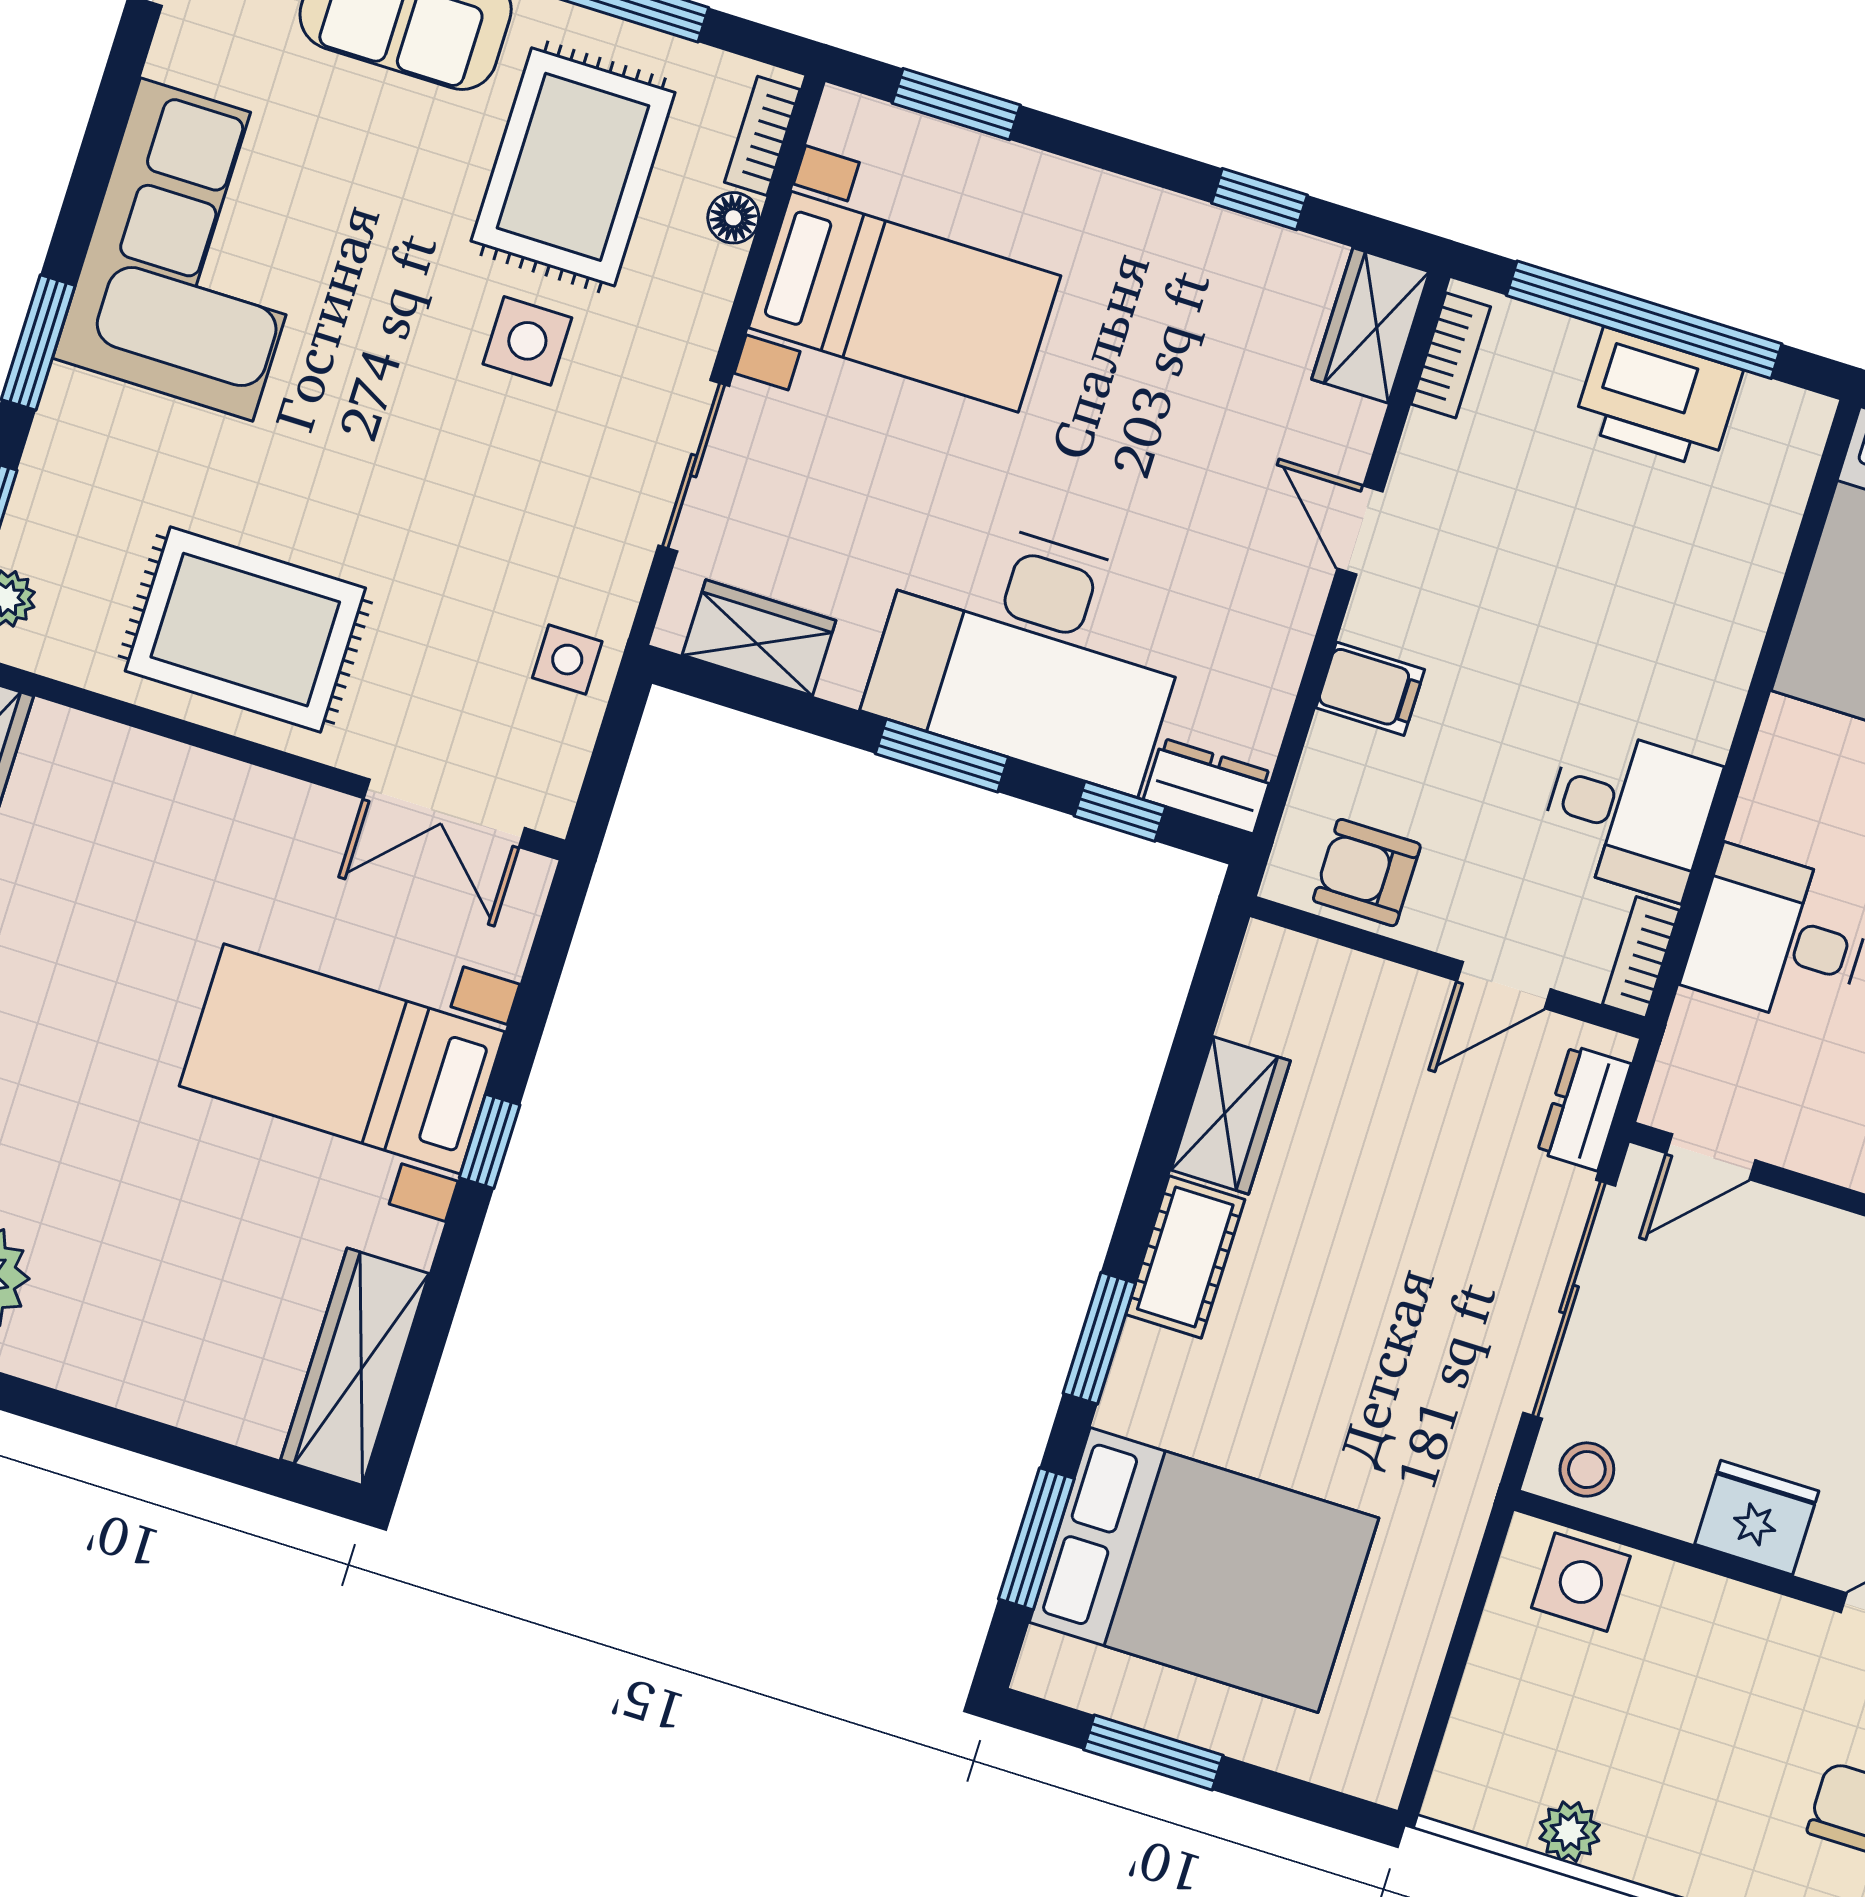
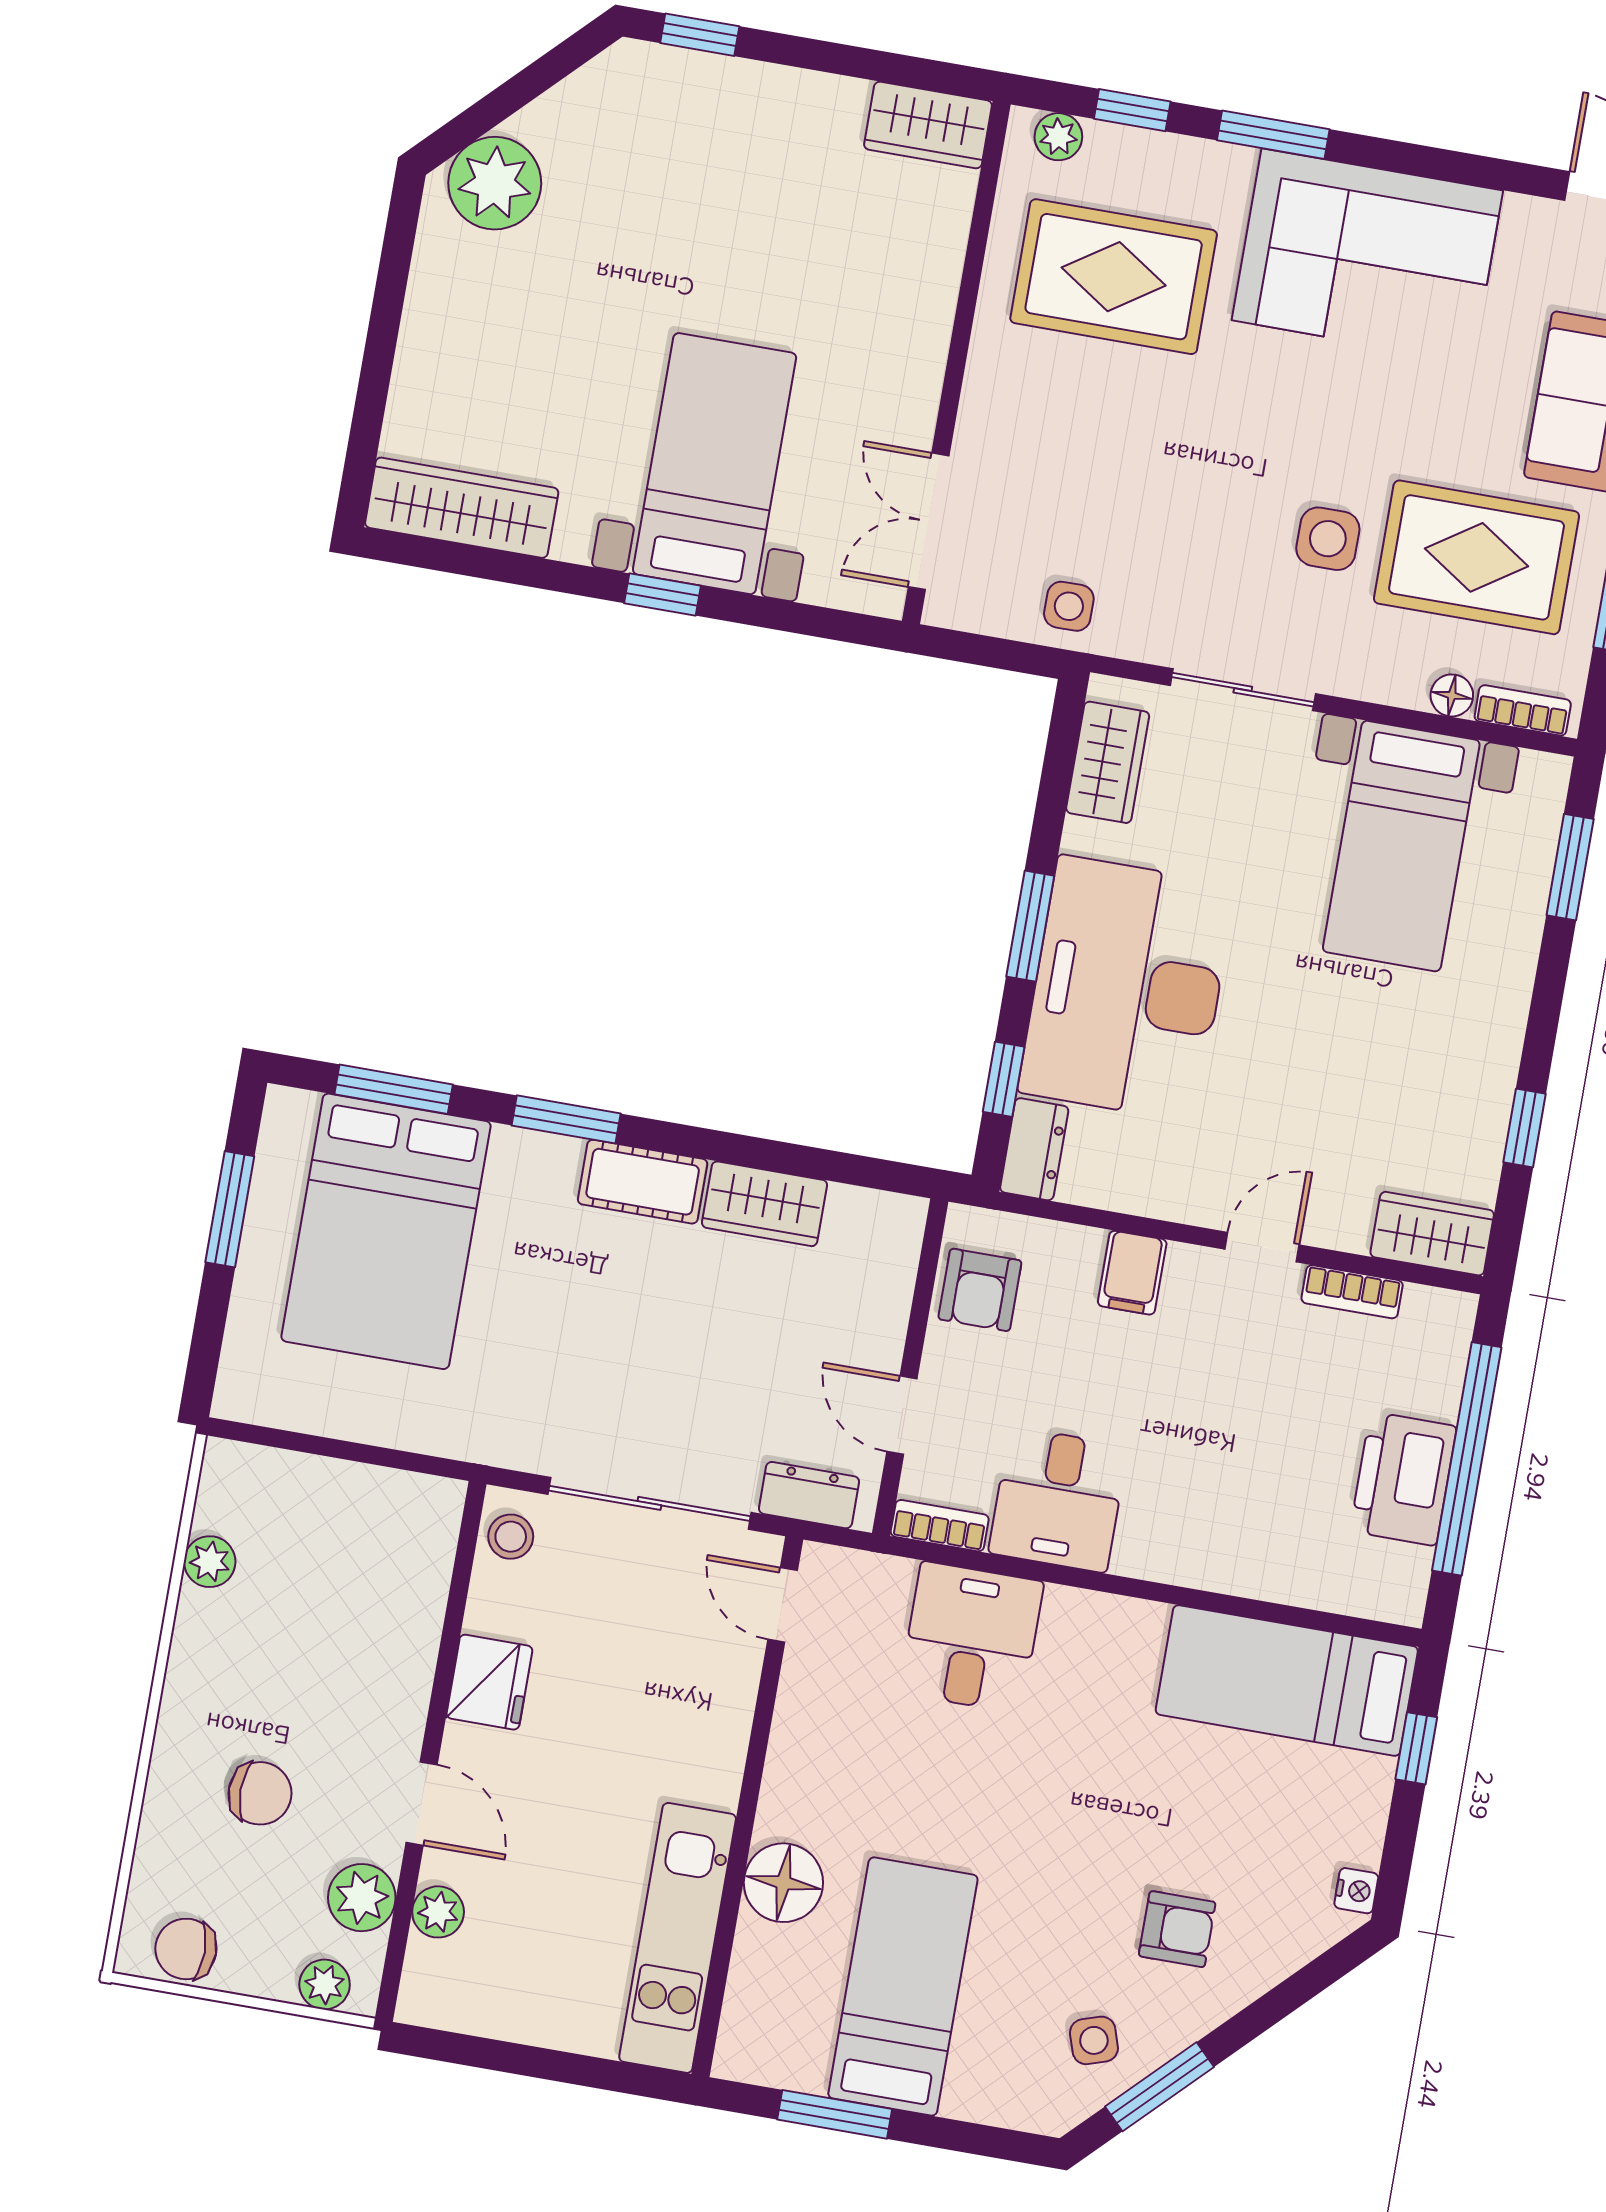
bookcase: (1451, 355) -> (1352, 1292), moved
rug: (245, 630) -> (1114, 277), moved, turned 90
armchair: (1367, 873) -> (980, 1290), turned 180
side table: (1581, 1582) -> (417, 1544), removed

